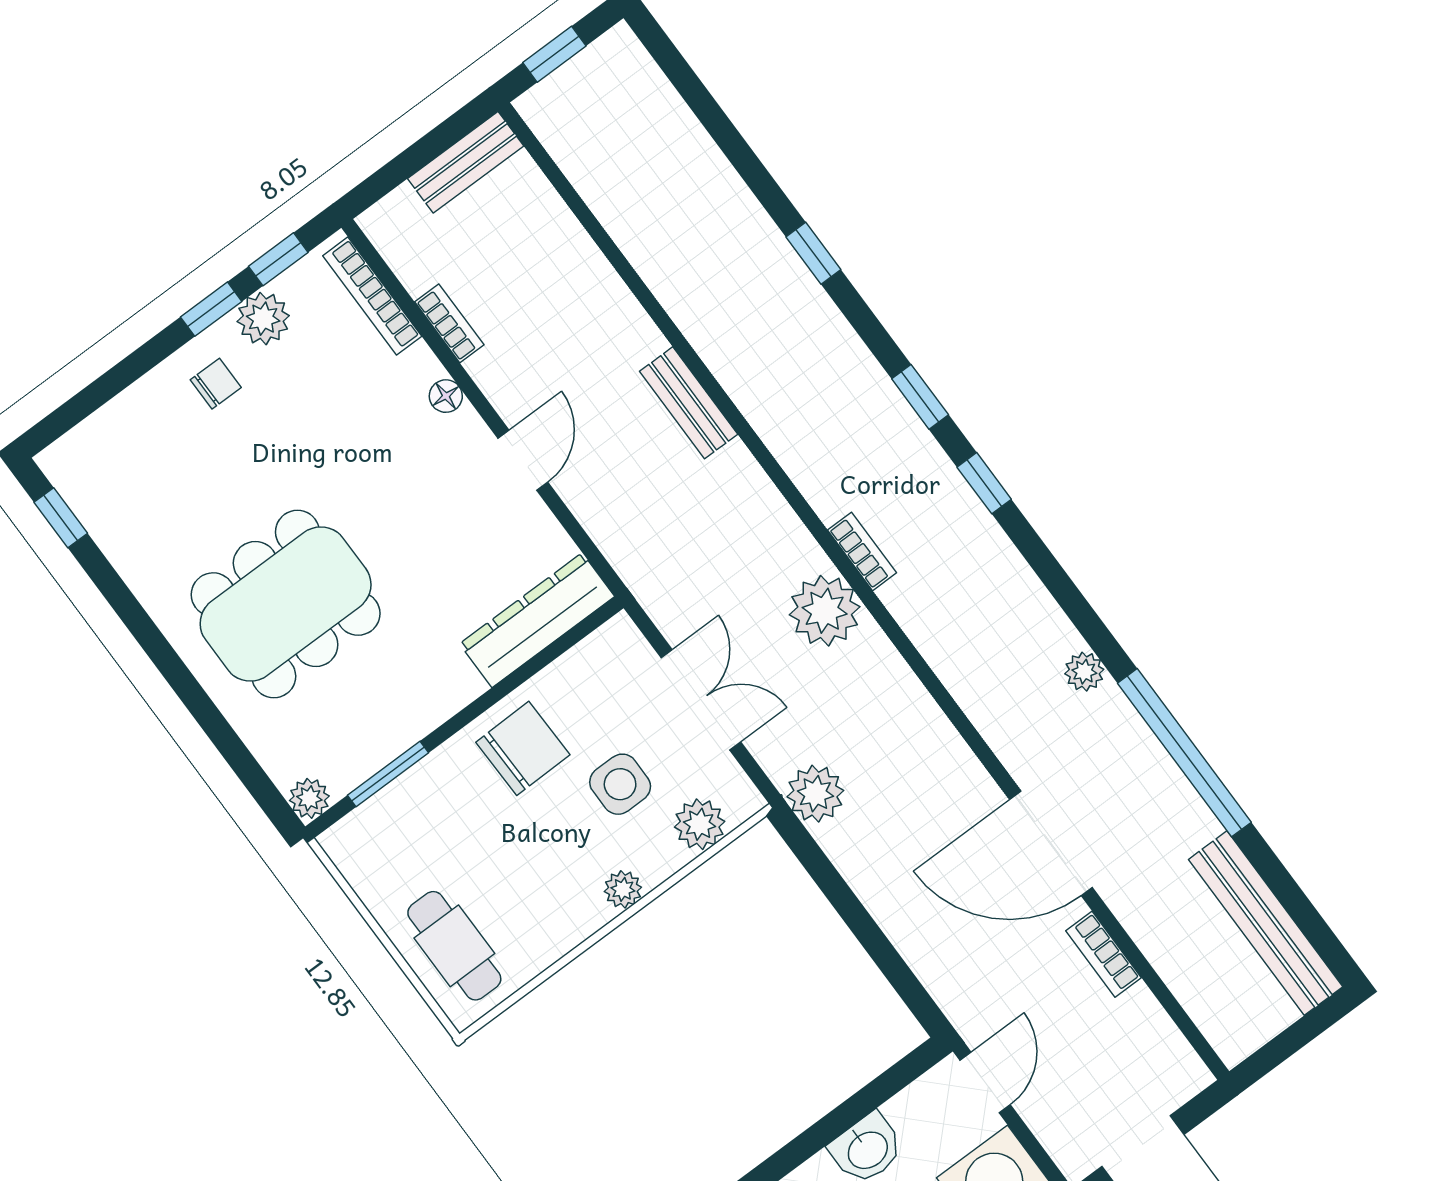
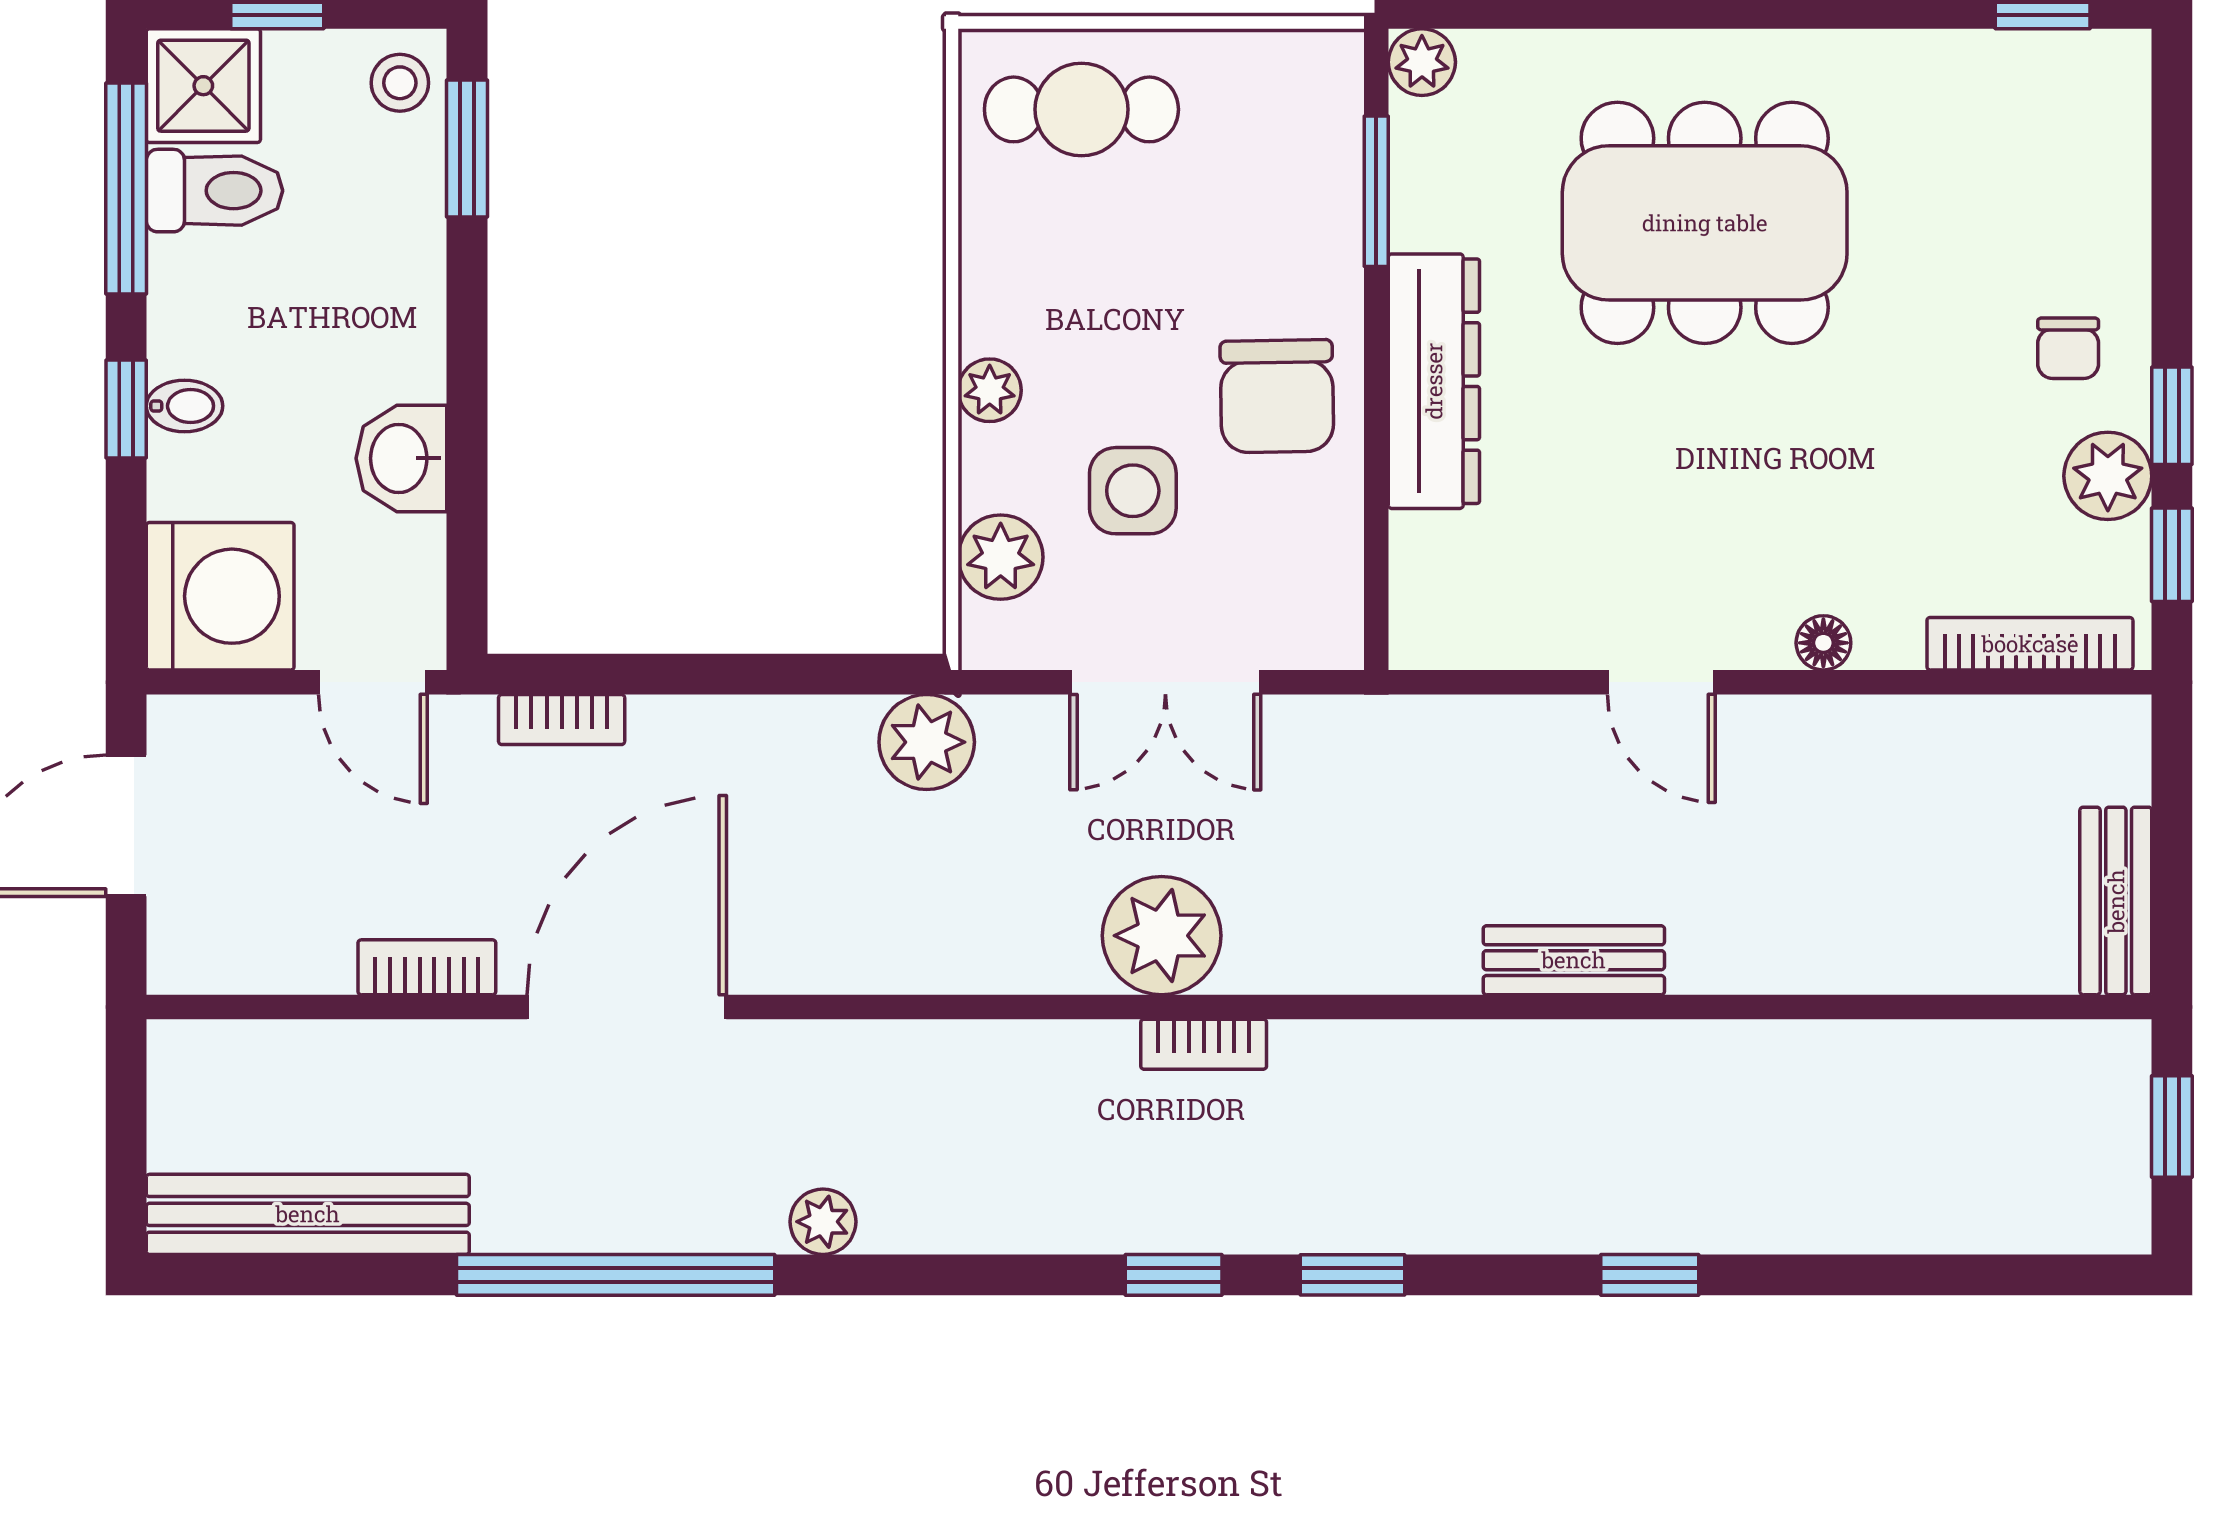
bookcase: (449, 323) -> (562, 720), moved
dining table: (286, 604) -> (1705, 223), turned 90
dresser: (537, 620) -> (1434, 381), moved

